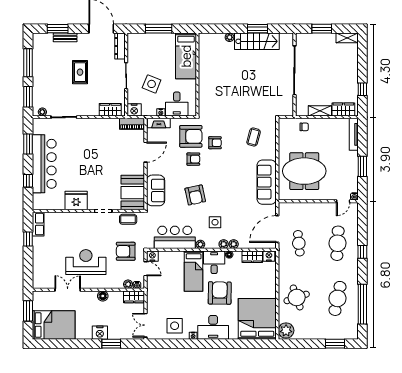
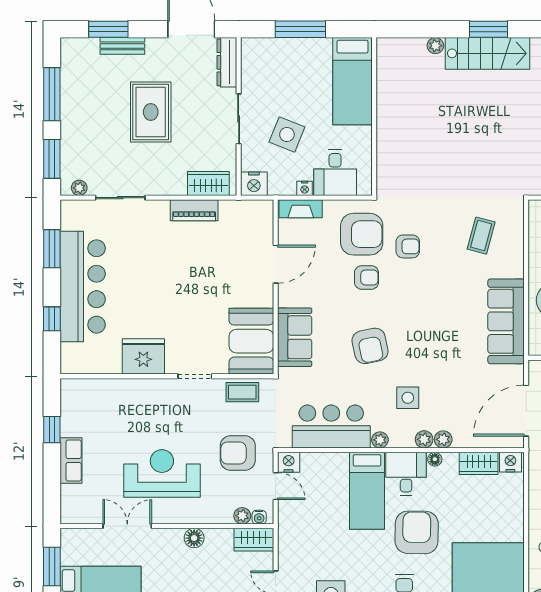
rug: (80, 72) -> (151, 112), width x1.36, depth x1.43
piano: (132, 124) -> (194, 210), moved
row of seats: (38, 224) -> (71, 460), moved

